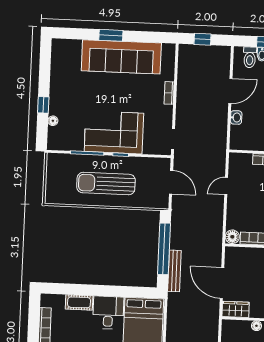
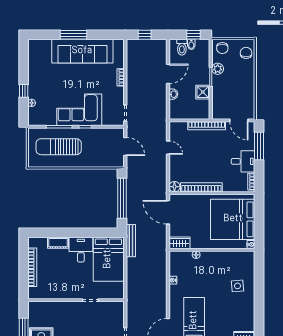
window: (111, 35) -> (74, 35), width x1.44
sun lounger: (106, 184) -> (59, 147), moved
door: (226, 186) -> (168, 148), swing flipped
bench: (174, 271) -> (131, 241), moved
door: (222, 283) -> (168, 212), moved

